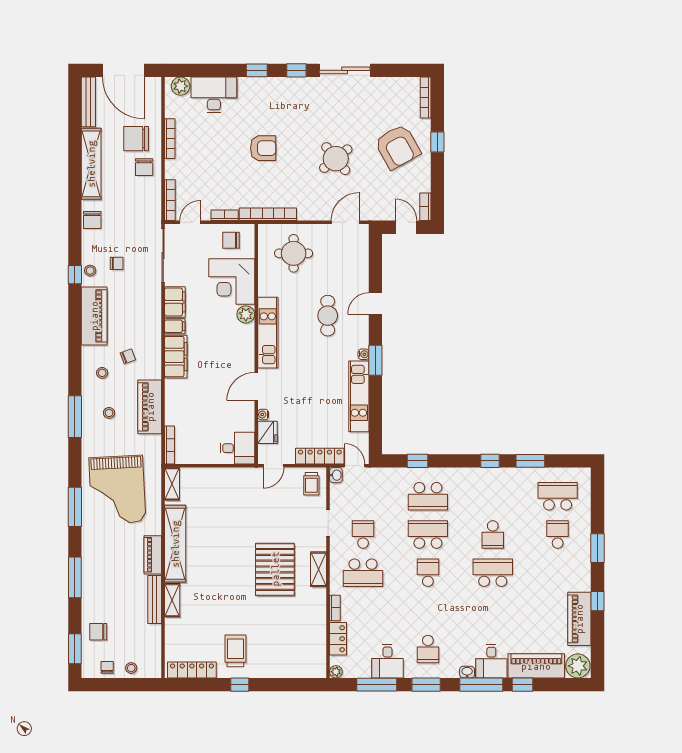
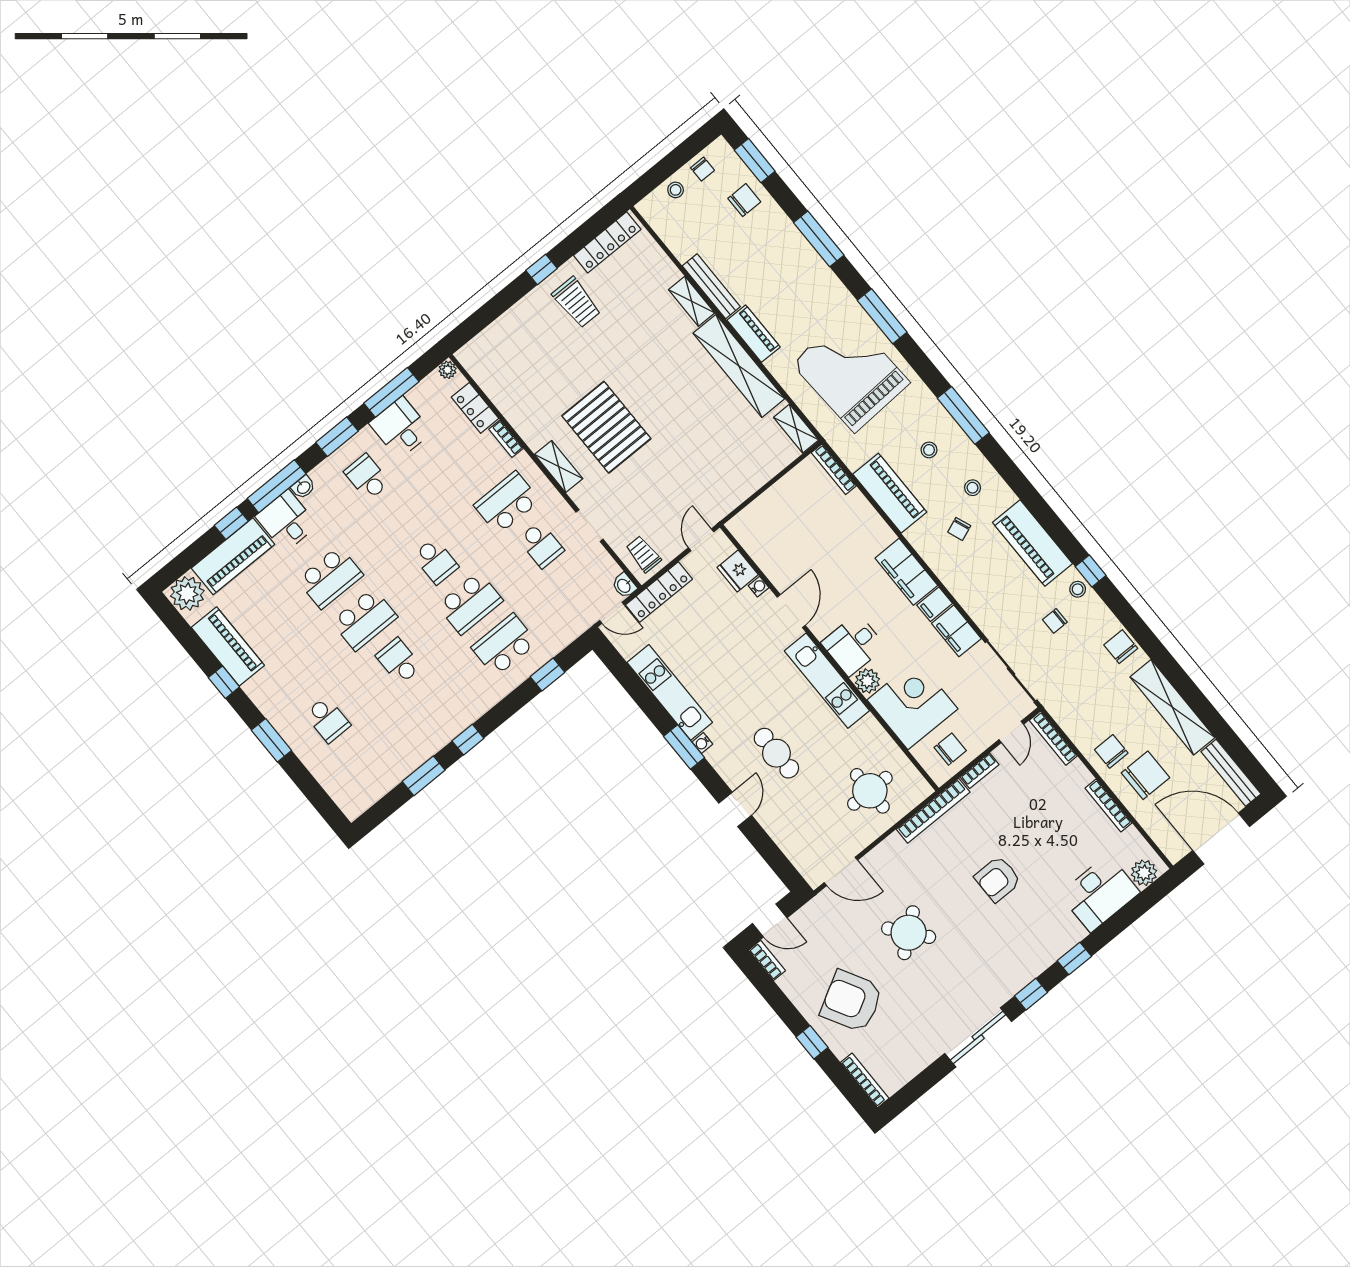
door: (345, 222) -> (841, 871), hinge flipped
desk: (237, 448) -> (853, 645), moved
school desk: (558, 496) -> (330, 577), moved

